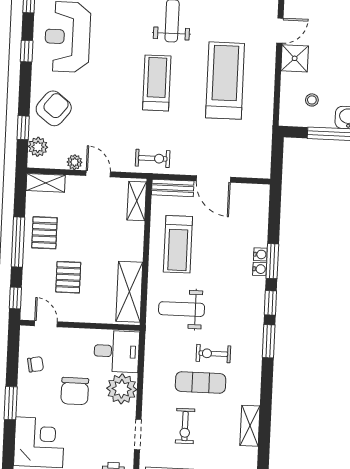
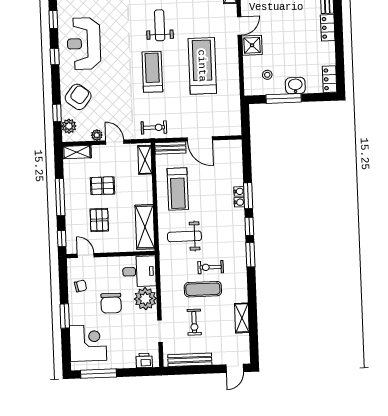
pallet: (44, 233) -> (102, 186), moved, turned 90

